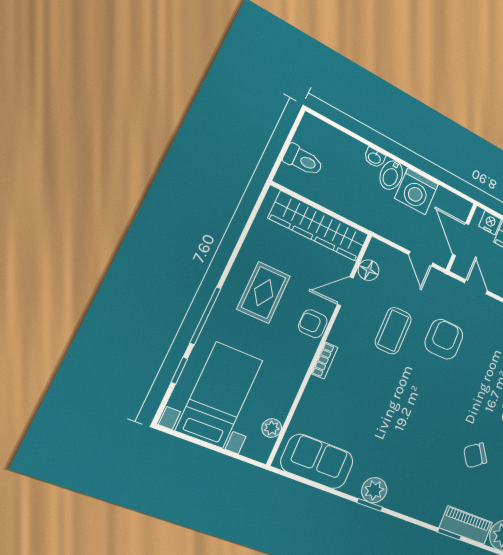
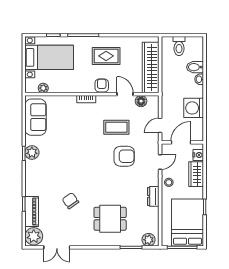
bidet: (391, 175) -> (195, 67), moved

